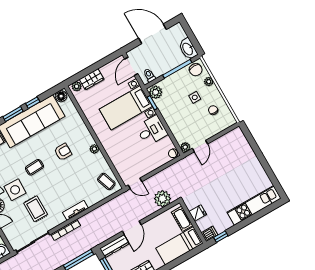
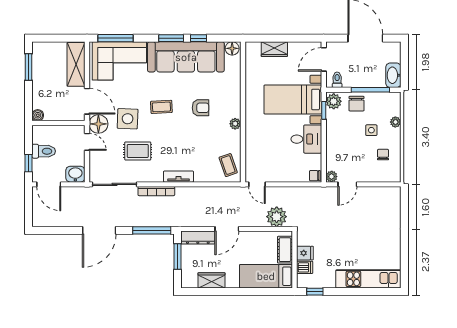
chair: (196, 70) -> (356, 104), moved
plant: (77, 86) -> (254, 47), removed
rug: (36, 209) -> (138, 151), turned 90
dishwasher: (209, 234) -> (305, 267), moved

